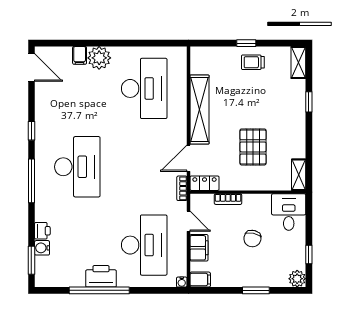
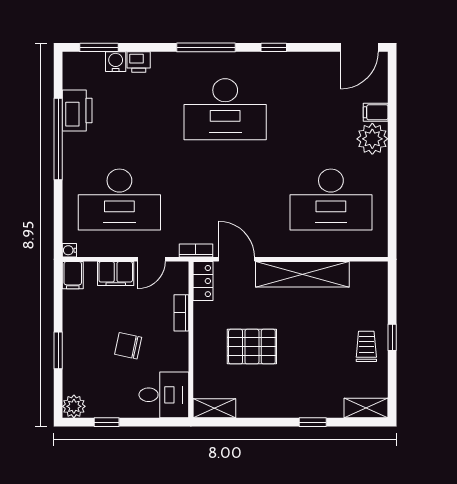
printer: (101, 276) -> (77, 110), moved

